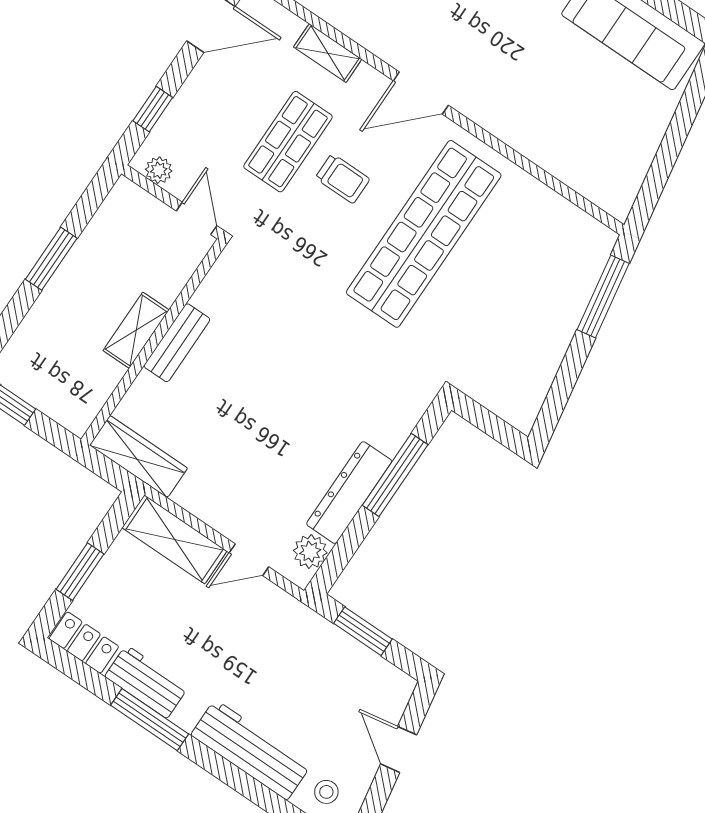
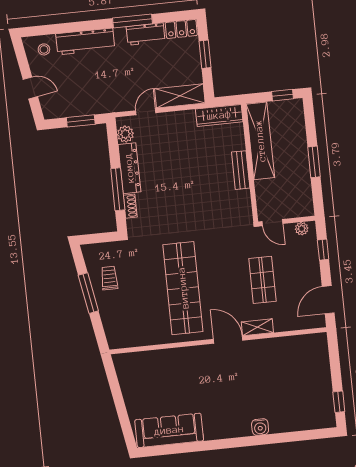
shelving: (328, 53) -> (257, 327), moved
door: (421, 93) -> (228, 340), hinge flipped
trolley: (342, 179) -> (109, 278), moved, turned 90
window: (603, 297) -> (88, 293), moved
shelving: (136, 330) -> (260, 141), width x2.20, depth x1.33
shoe rack: (398, 432) -> (130, 206), added

